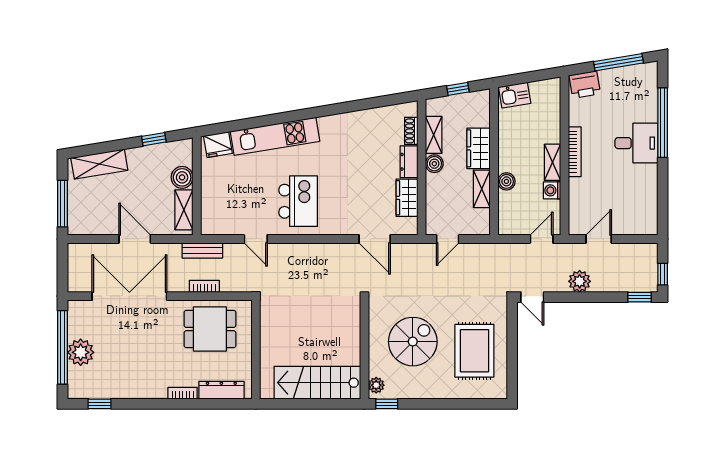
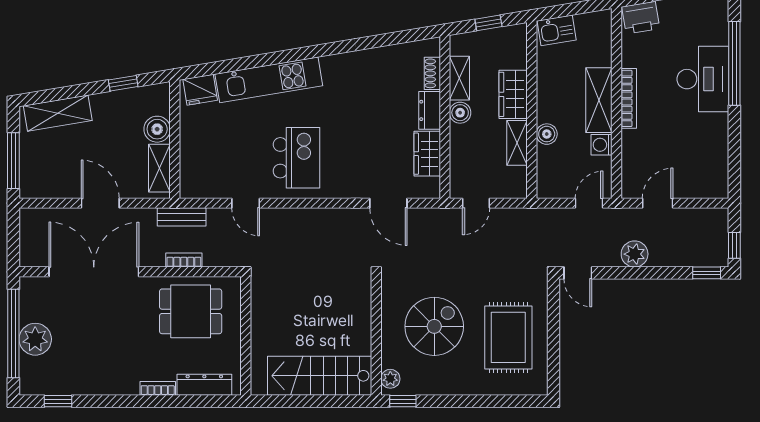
desk: (636, 143) -> (703, 79), width x1.37
shelving: (553, 162) -> (599, 100), width x1.50, depth x1.33

